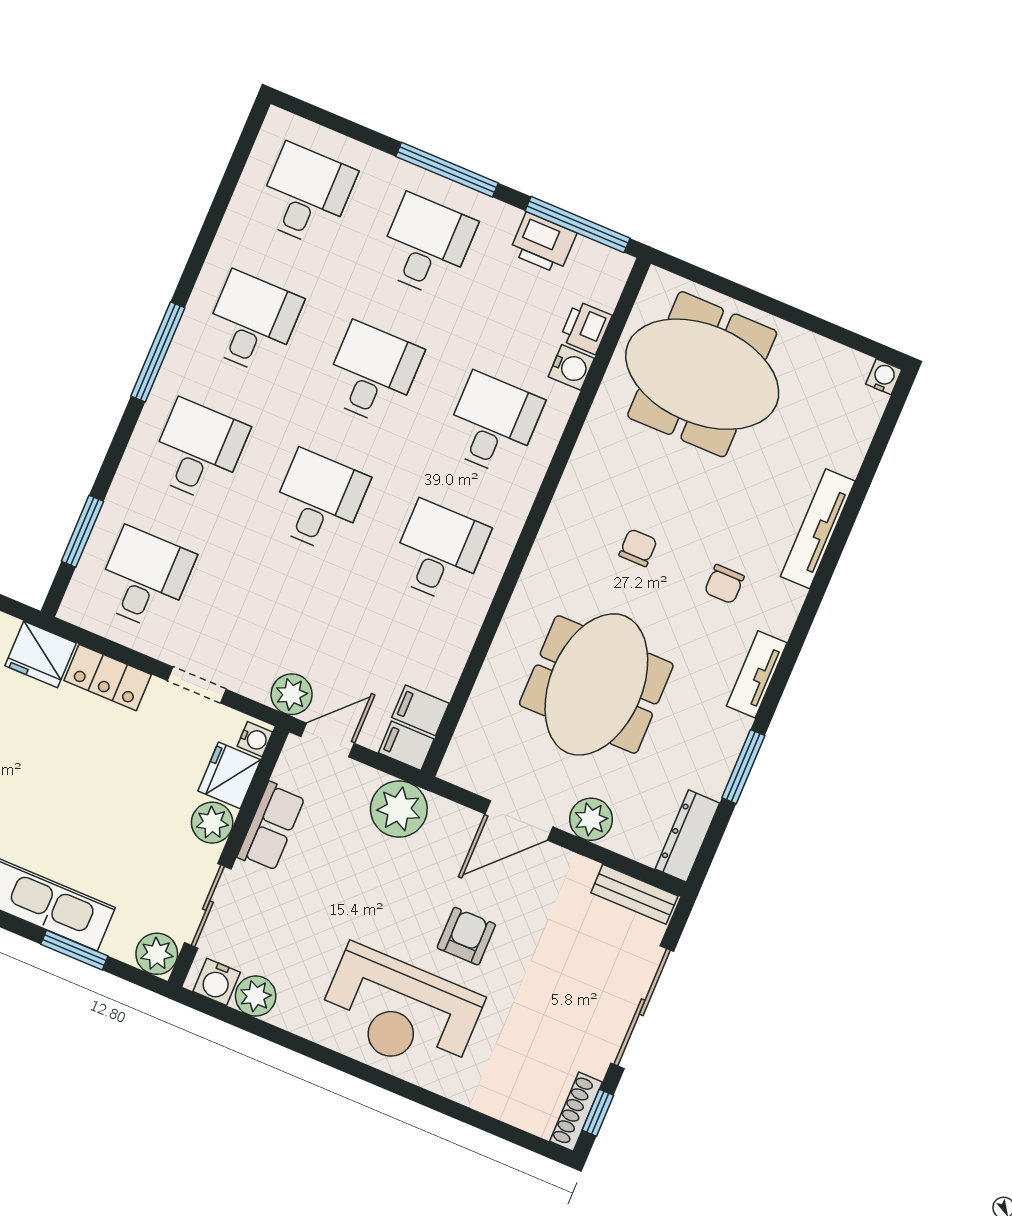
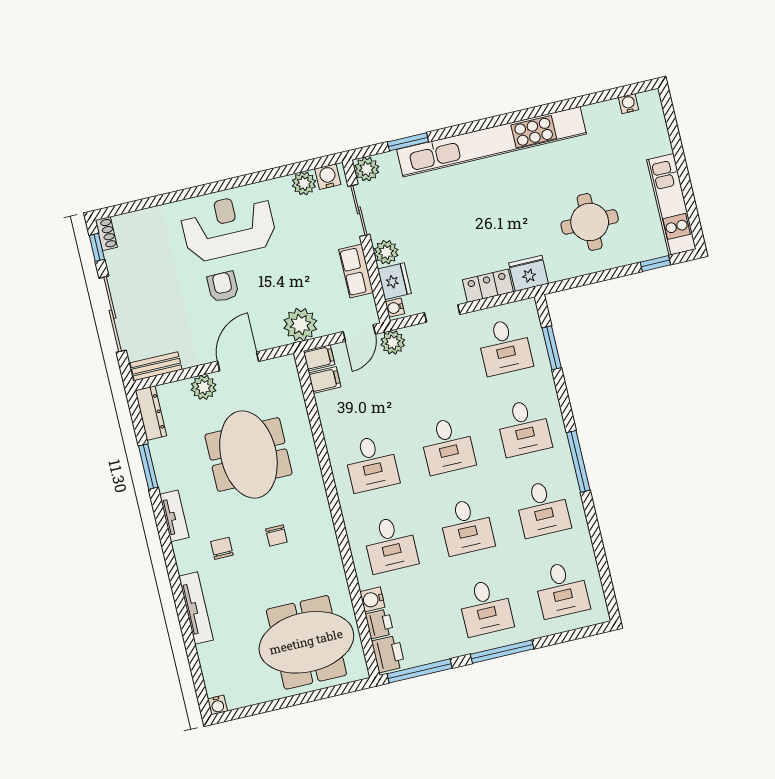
printer: (543, 243) -> (388, 654), moved, turned 90
armchair: (466, 936) -> (223, 287), turned 180
shoe rack: (576, 1112) -> (106, 234), width x0.70

